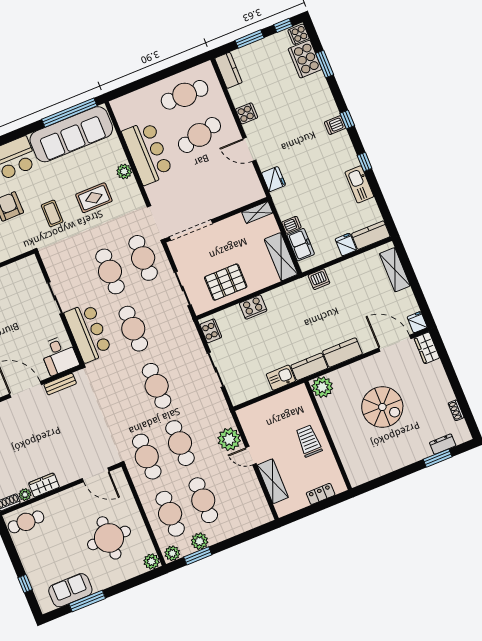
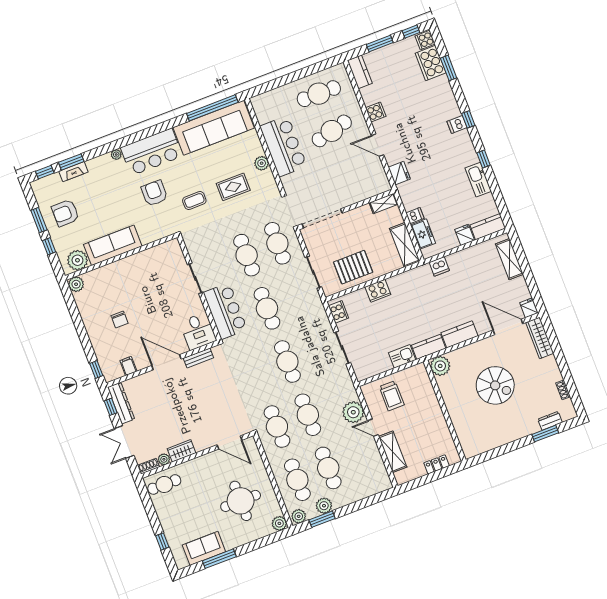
coffee table: (52, 213) -> (194, 201), turned 90
wardrobe: (427, 348) -> (540, 338), width x1.50
trolley: (309, 441) -> (392, 396), moved, turned 180

